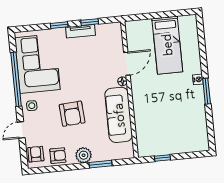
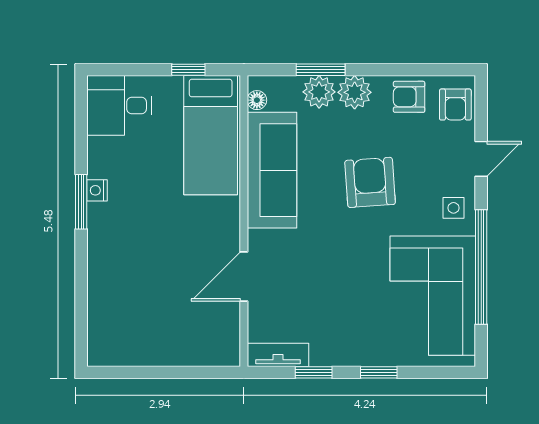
tv unit: (81, 31) -> (278, 355), moved
bed: (167, 45) -> (211, 135), moved, turned 180
nightstand: (198, 79) -> (97, 190), moved
floor lamp: (122, 81) -> (257, 100), moved
desk: (193, 138) -> (119, 105), added
plant: (100, 154) -> (319, 92), added

